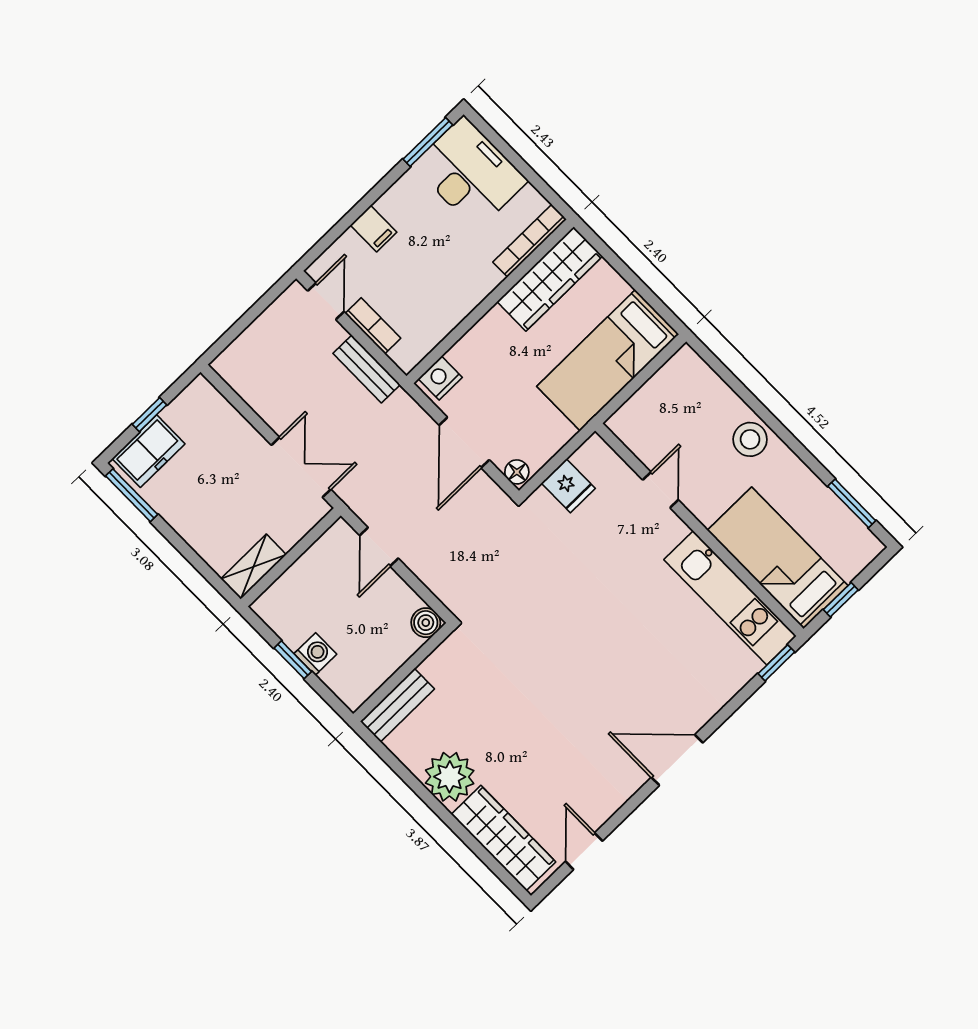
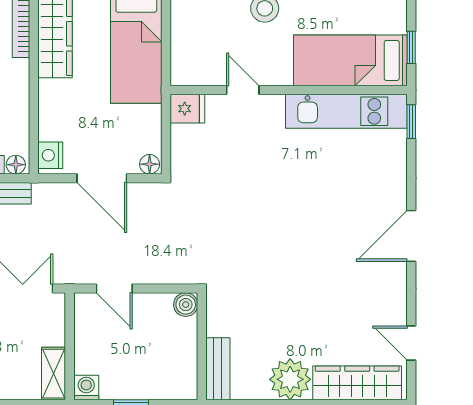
floor lamp: (403, 356) -> (16, 165), added
fridge: (568, 486) -> (187, 109), moved
washing machine: (315, 654) -> (86, 388), moved

